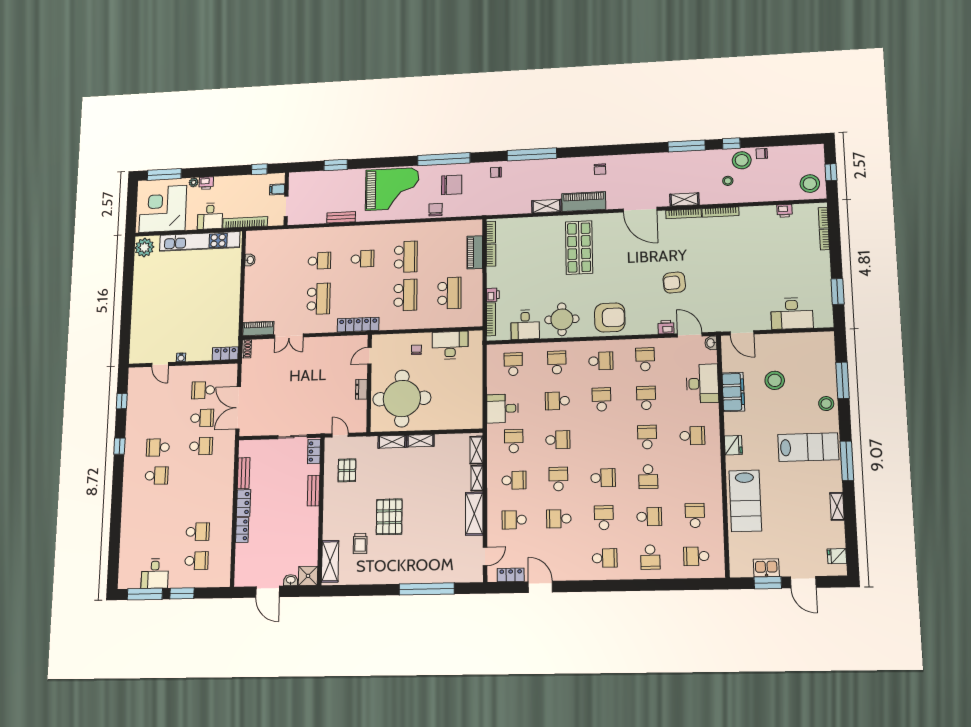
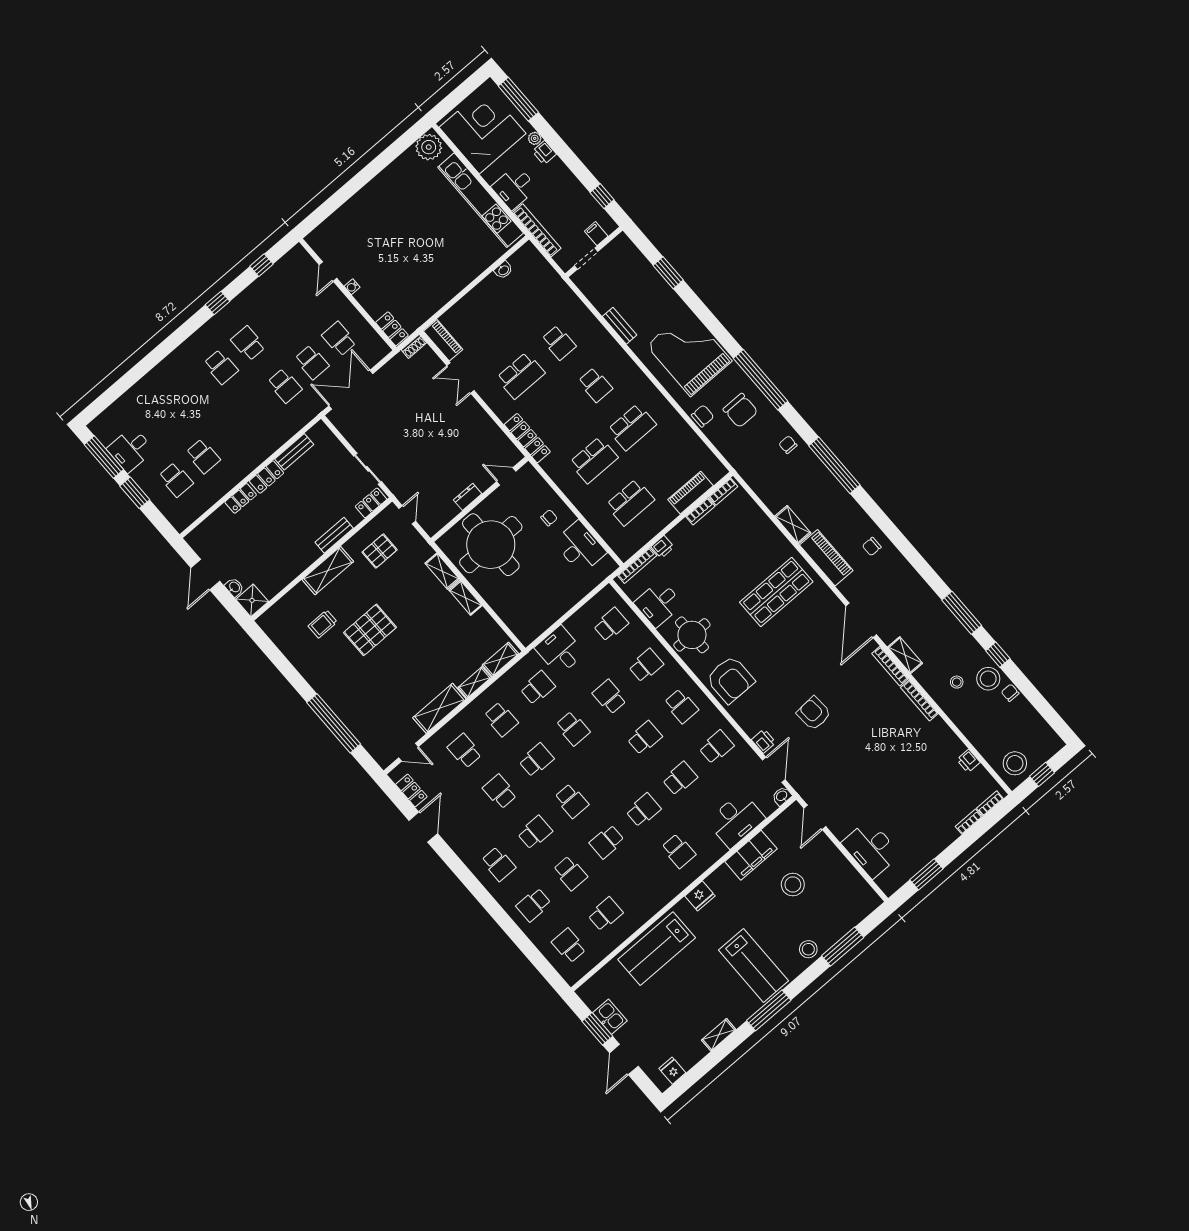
grand piano: (392, 189) -> (689, 353), turned 180
shelving: (330, 561) -> (328, 571), moved

